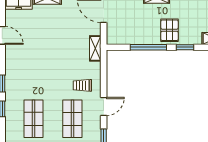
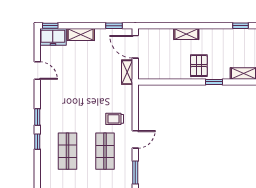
window: (148, 47) -> (179, 82), removed
shelving: (95, 48) -> (127, 72), moved

